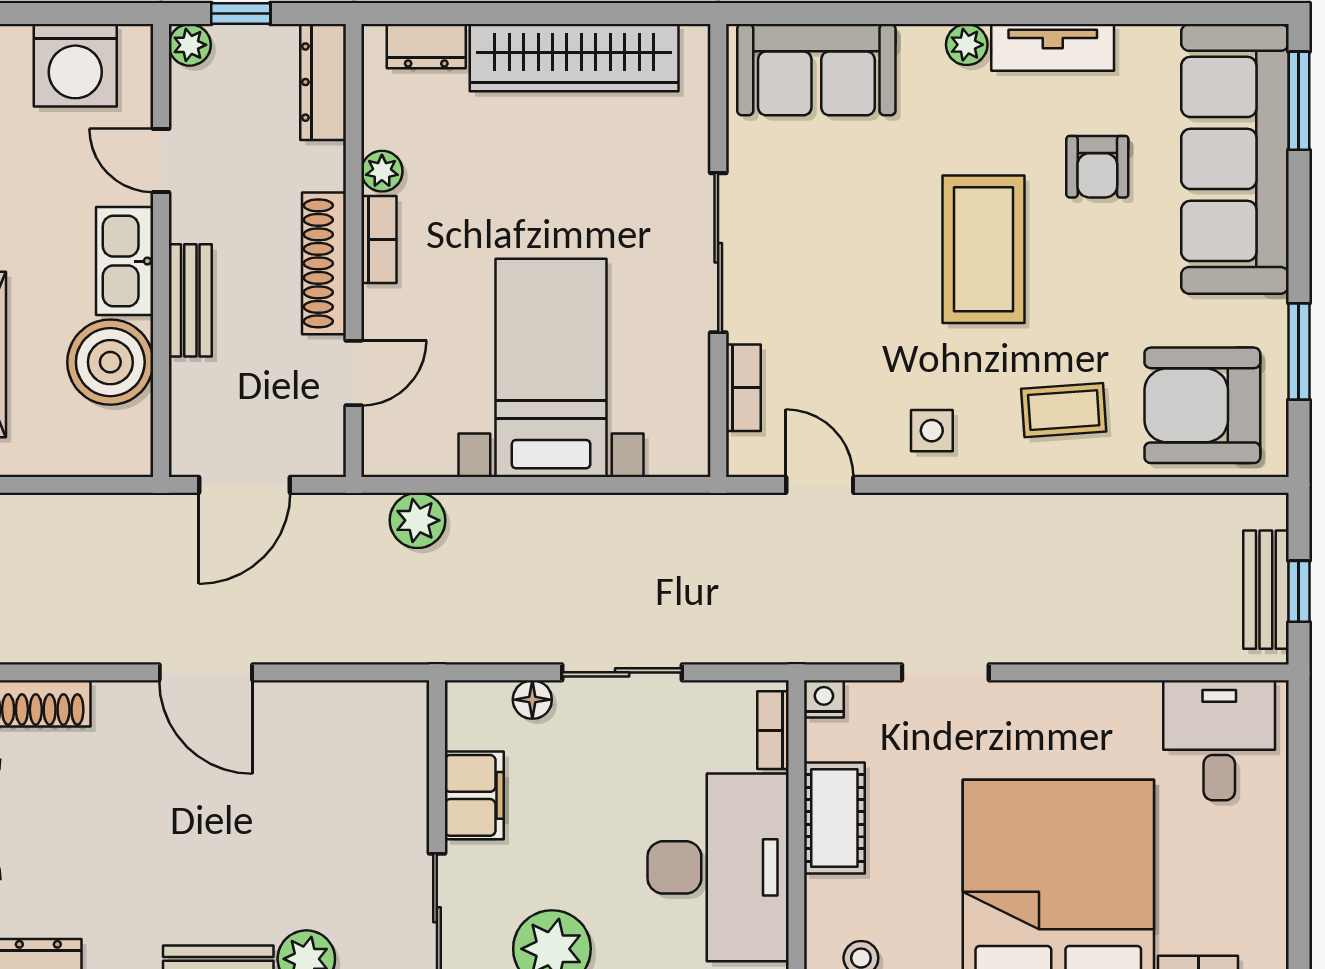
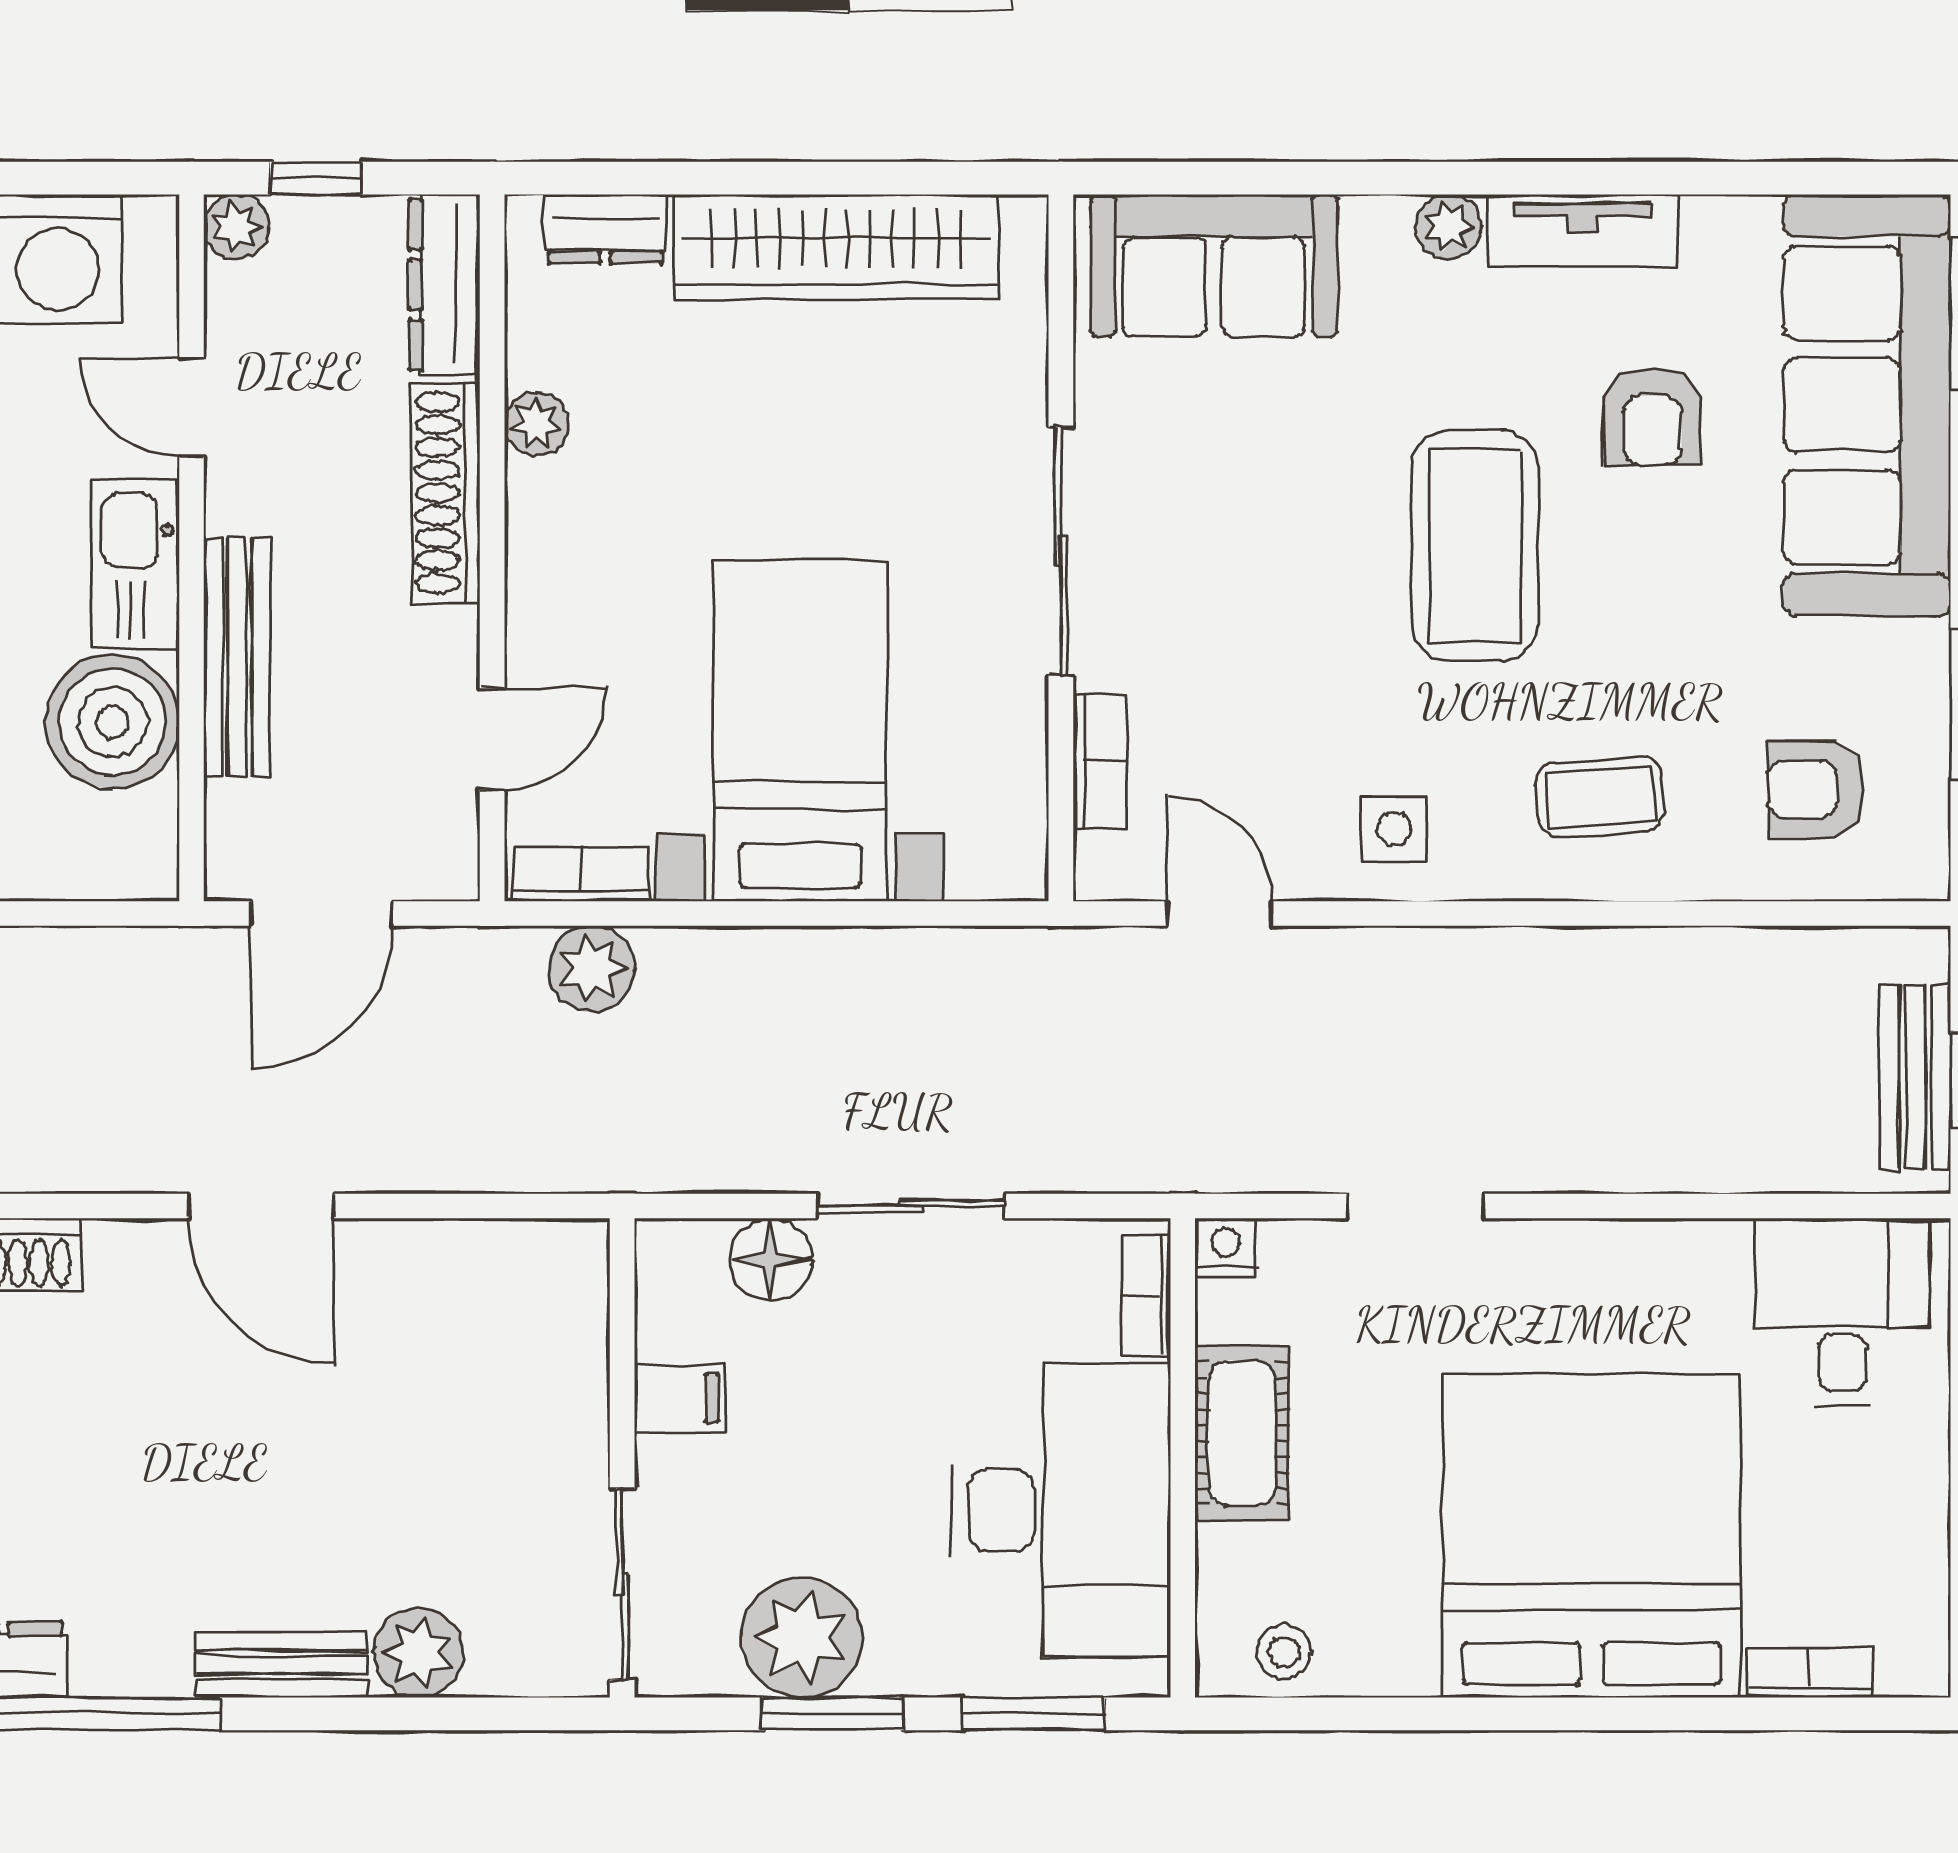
bookcase: (379, 240) -> (581, 874), moved, turned -90
shoe rack: (324, 263) -> (446, 493), moved
bench: (190, 300) -> (237, 657), width x1.36
armchair: (1202, 405) -> (1816, 789), width x0.53, depth x0.53
floor lamp: (532, 700) -> (771, 1260), width x1.37, depth x1.37
filing cabinet: (474, 795) -> (680, 1398), width x0.50

